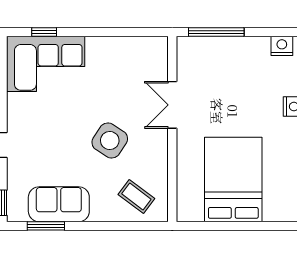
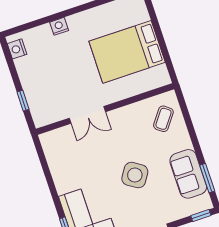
window: (216, 32) -> (23, 101), width x0.46
side table: (110, 141) -> (135, 175), moved

